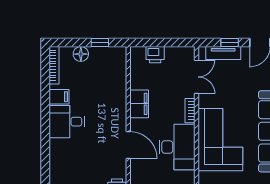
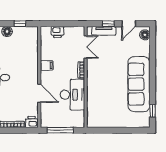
filing cabinet: (139, 104) -> (47, 65), width x0.50
corner sofa: (220, 140) -> (102, 90), removed

